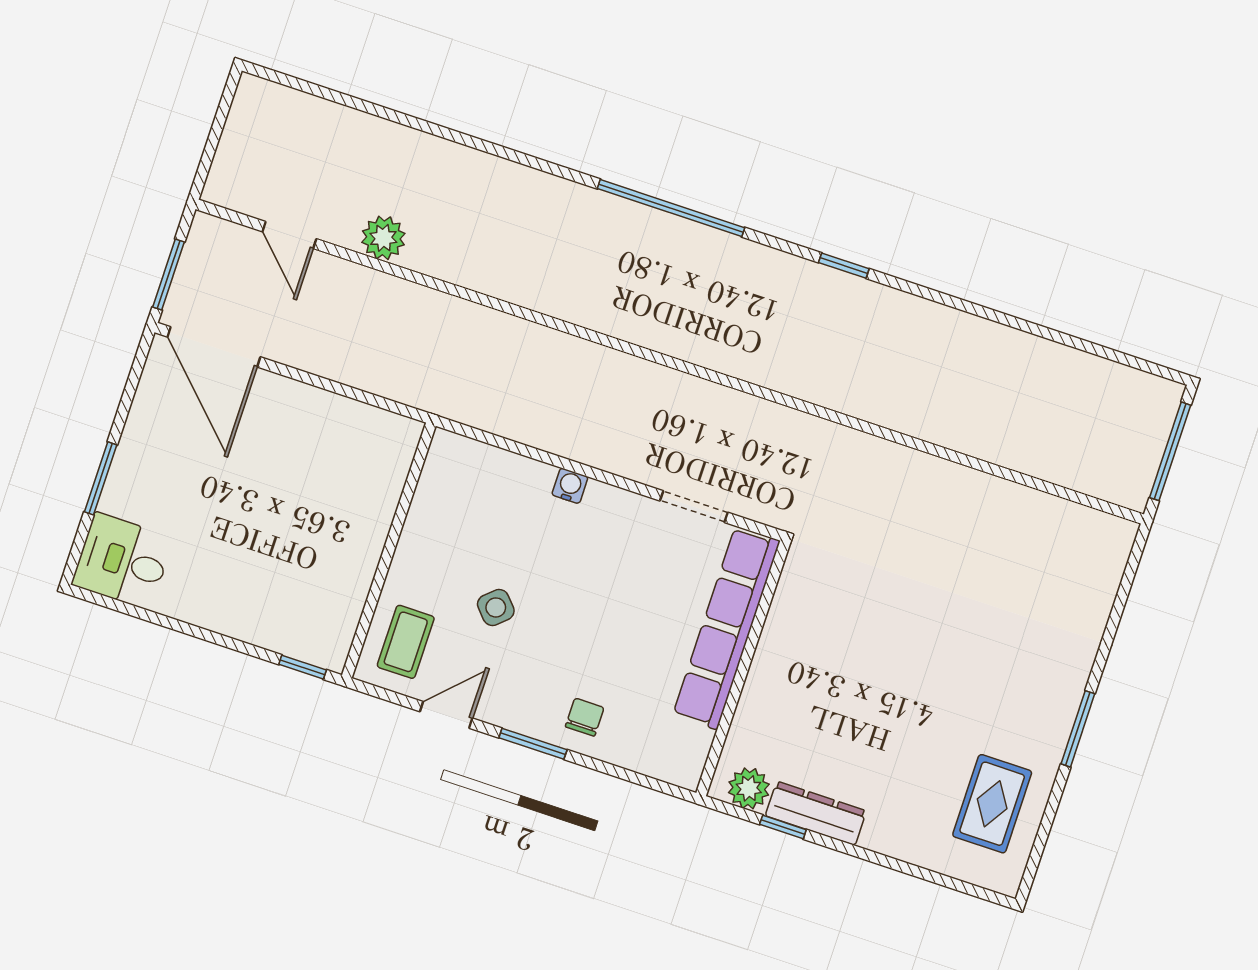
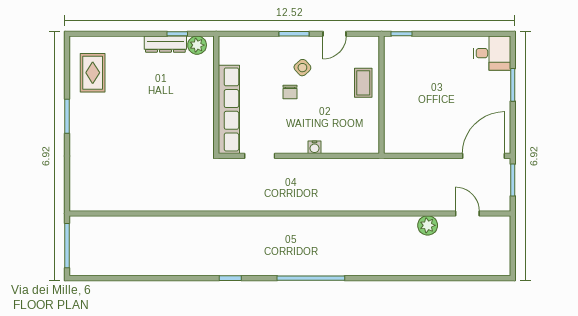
door: (214, 347) -> (484, 156), hinge flipped
side table: (496, 607) -> (302, 68), moved
coffee table: (406, 642) -> (363, 83), moved
chair: (585, 717) -> (290, 92), moved

